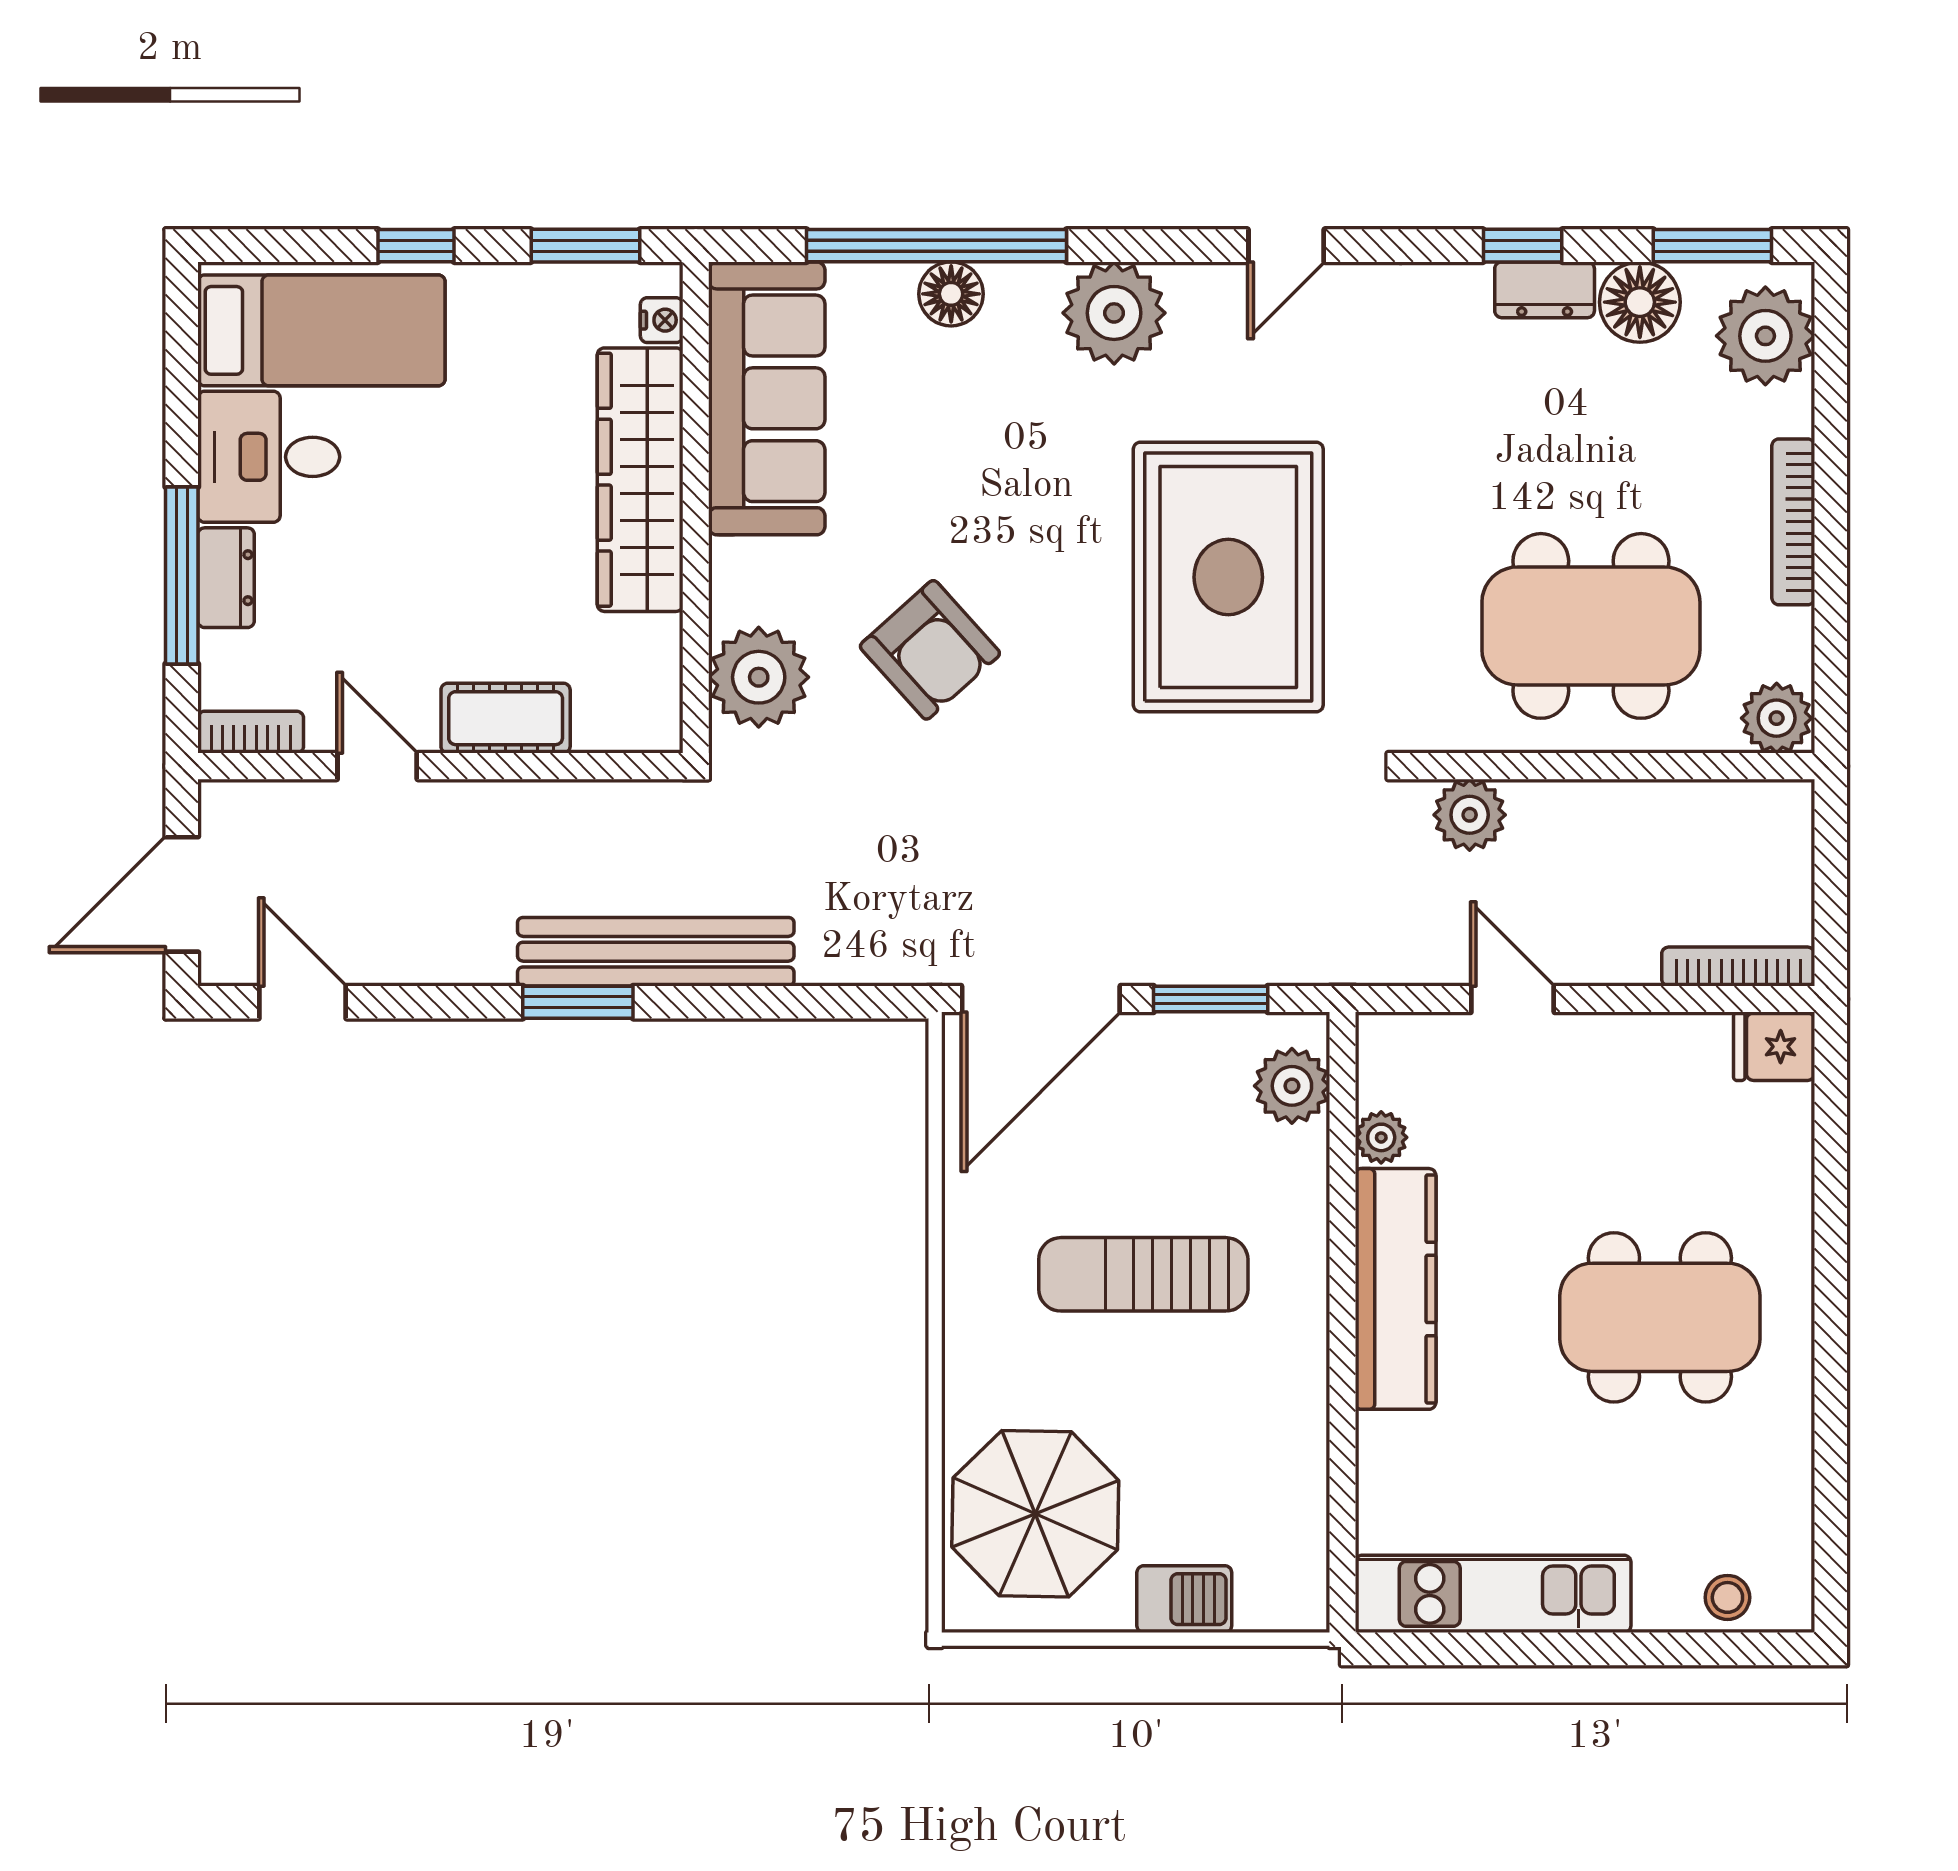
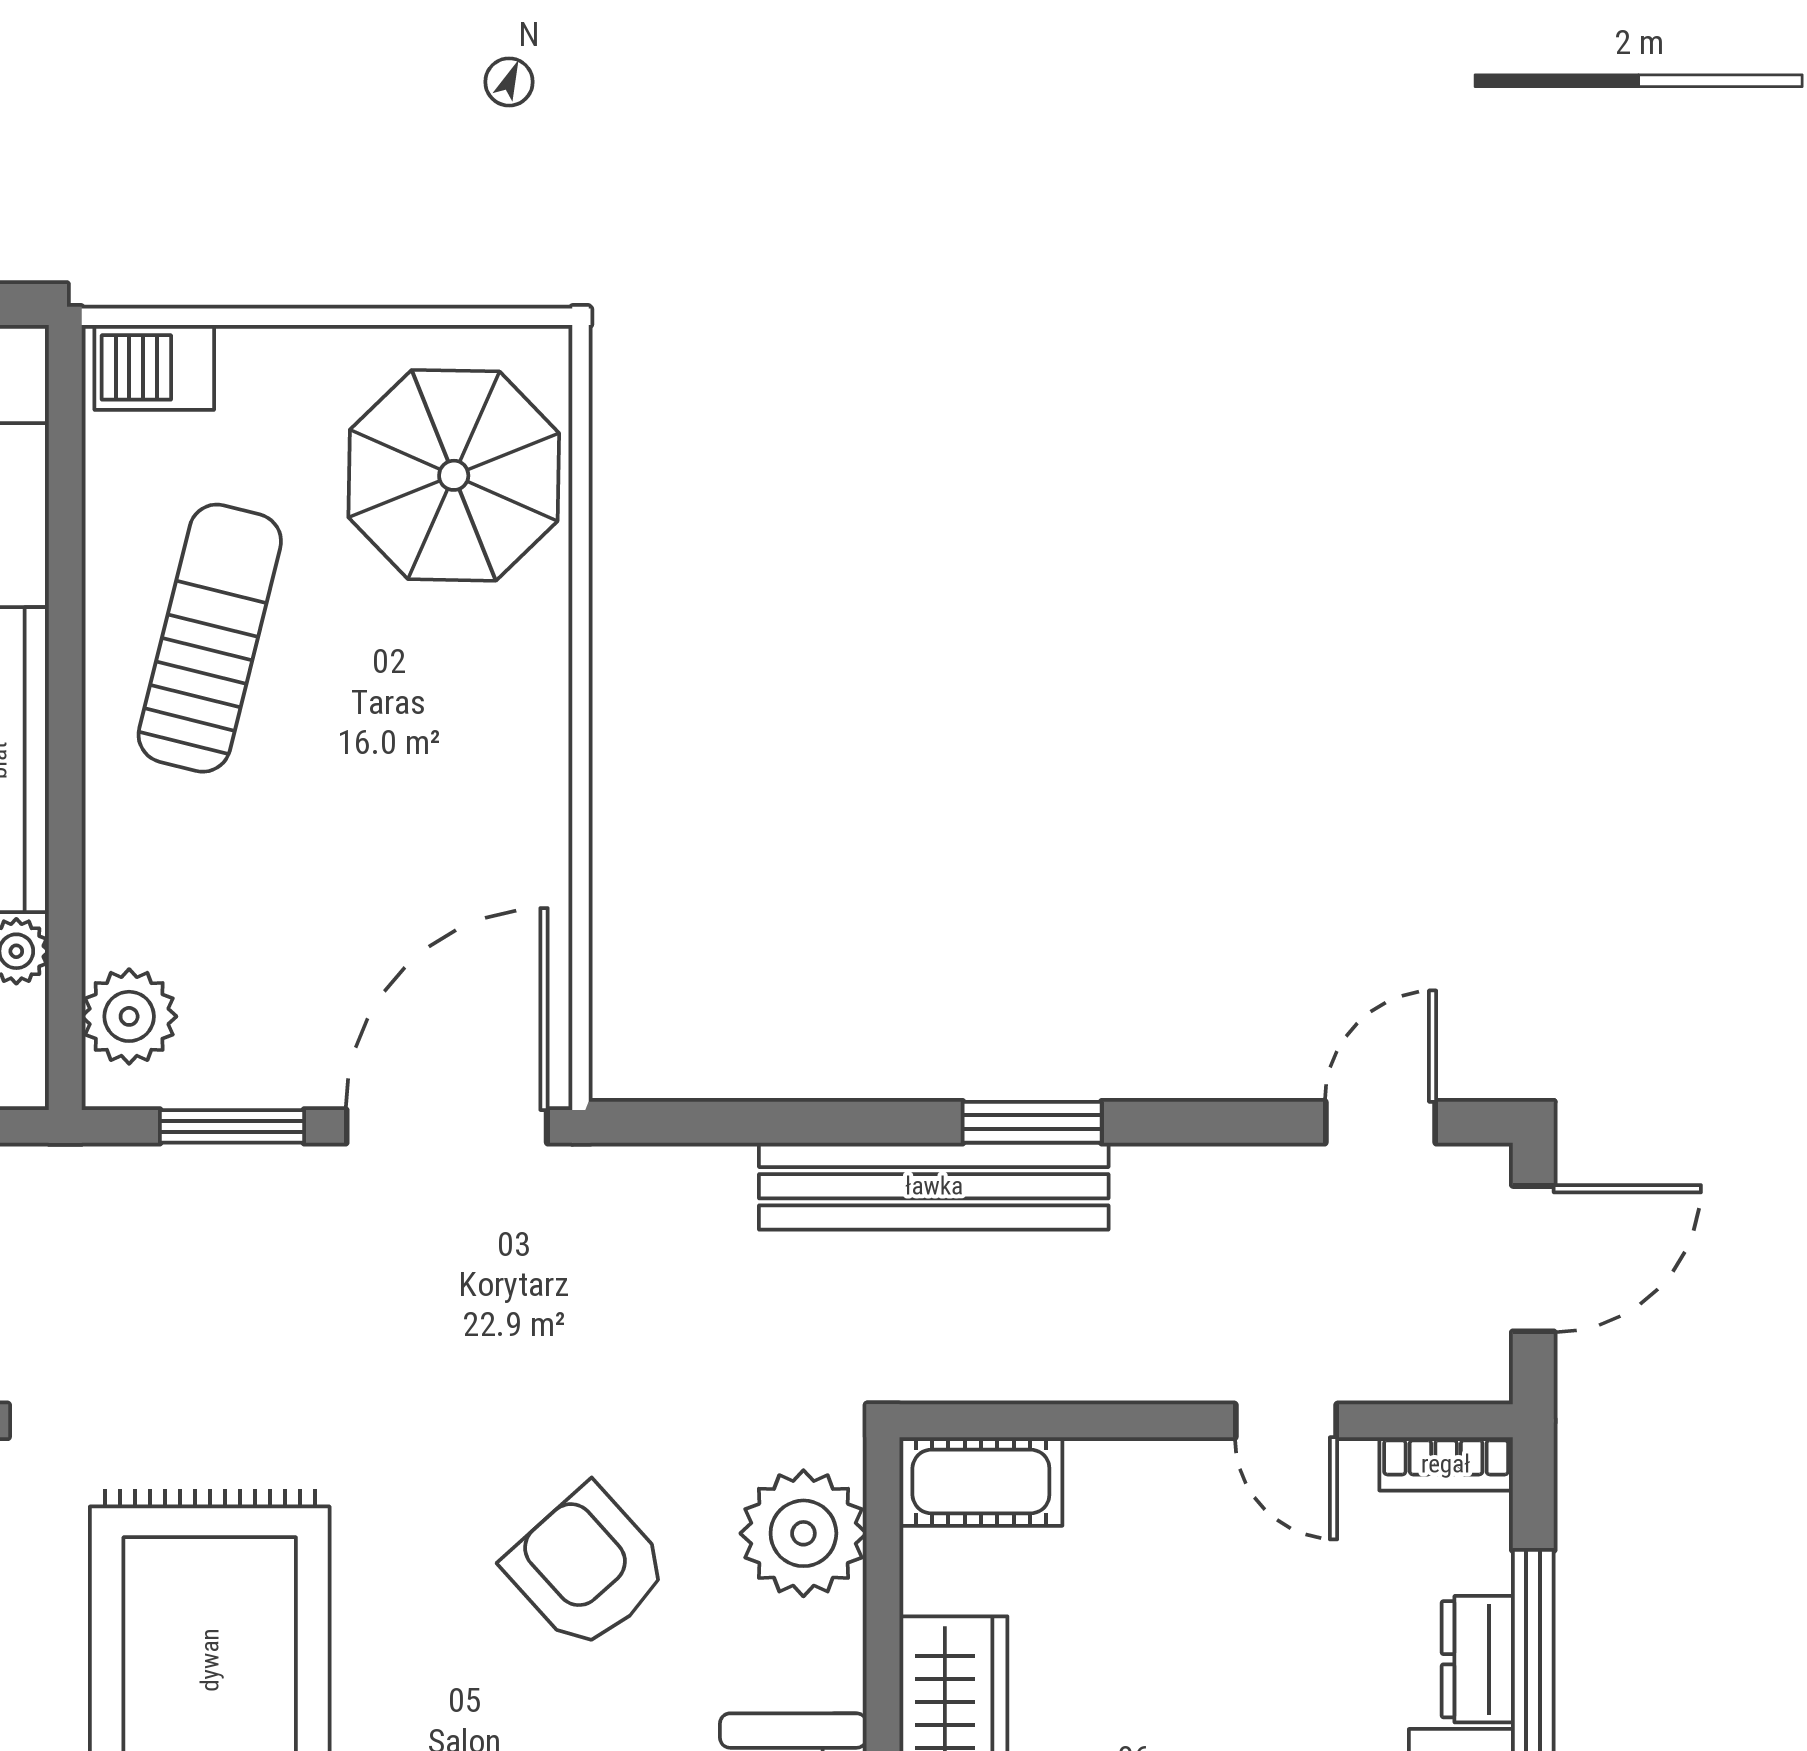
cot: (506, 718) -> (981, 1481), moved
door: (302, 1002) -> (1380, 1122), swing flipped
sun lounger: (1143, 1274) -> (210, 638), moved, turned -76
barbecue: (1184, 1599) -> (154, 367), moved

